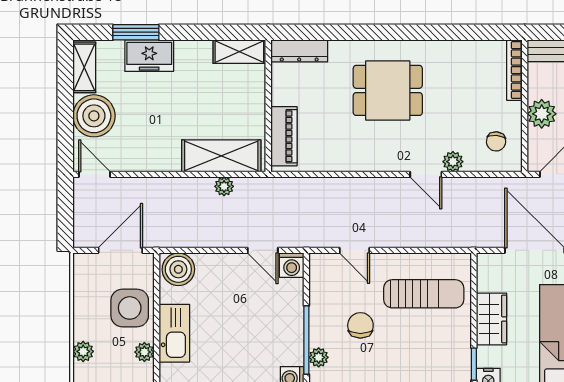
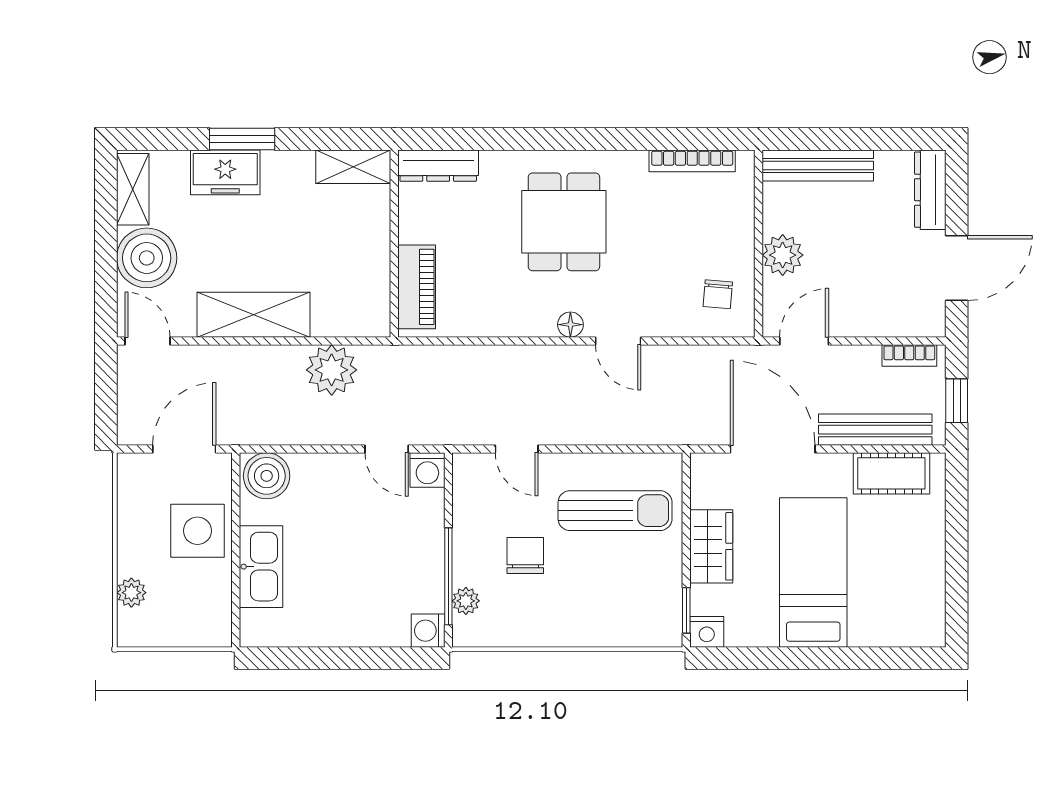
window: (136, 32) -> (242, 139), moved
bookcase: (514, 70) -> (692, 161), moved, turned -90
dining table: (388, 90) -> (564, 222), turned 90
shelving: (221, 156) -> (254, 315), moved
plant: (453, 162) -> (657, 323), removed
floor lamp: (392, 163) -> (570, 325), added
plant: (224, 186) -> (332, 370), width x1.87, depth x1.87
plant: (144, 352) -> (218, 593), removed

